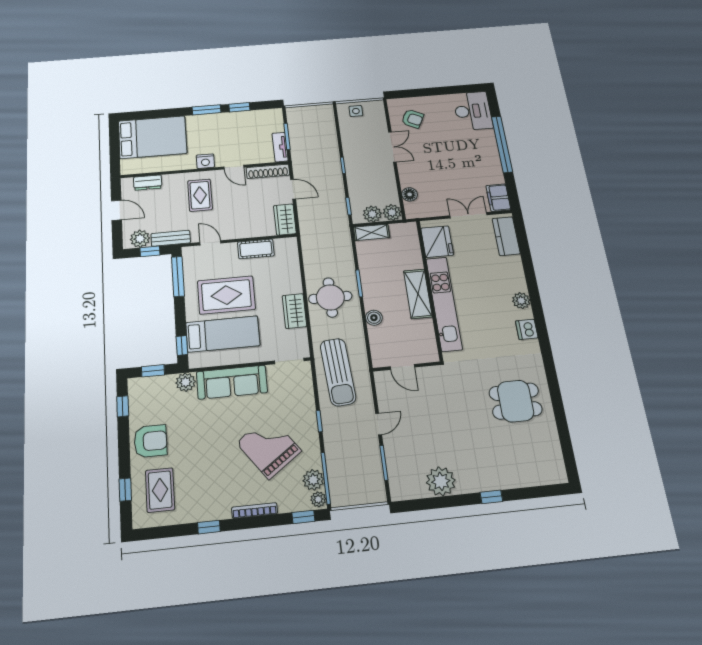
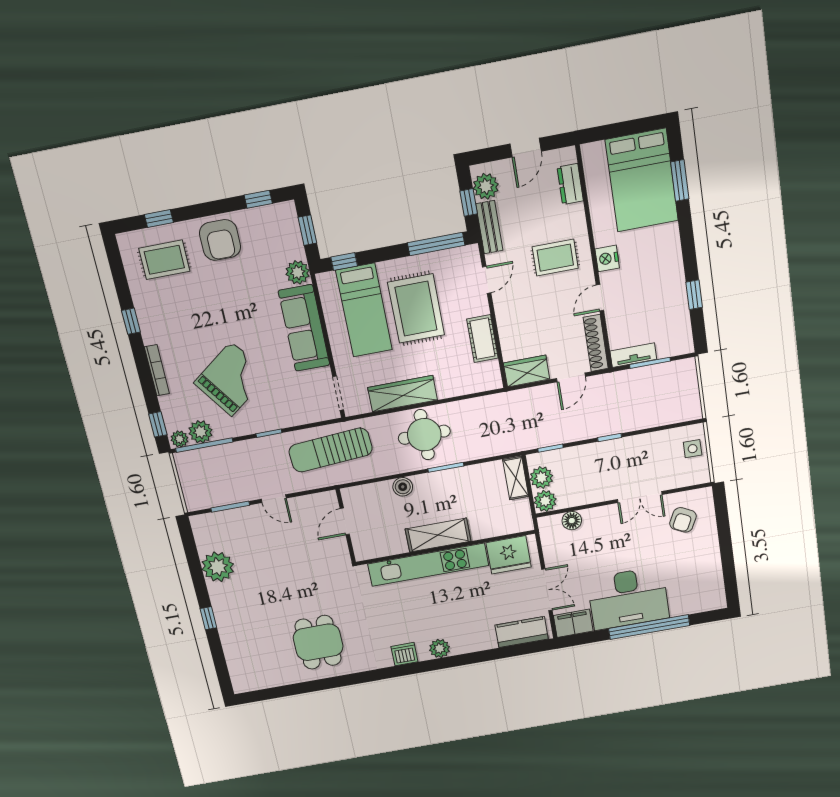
window: (207, 110) -> (680, 180), moved
desk: (473, 111) -> (628, 598), moved, width x1.36, depth x1.30
wardrobe: (294, 311) -> (403, 394), width x1.50

